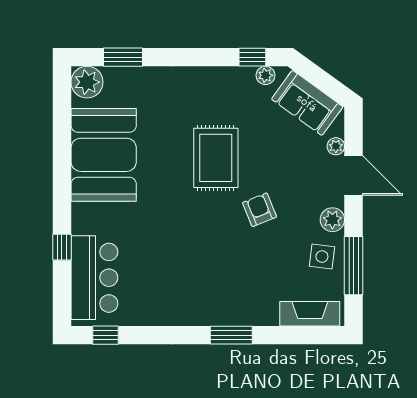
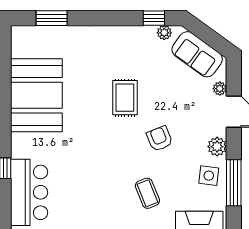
plant: (87, 82) -> (23, 38), removed
rug: (216, 158) -> (125, 98), width x0.73, depth x0.70
coffee table: (244, 279) -> (147, 193), added

